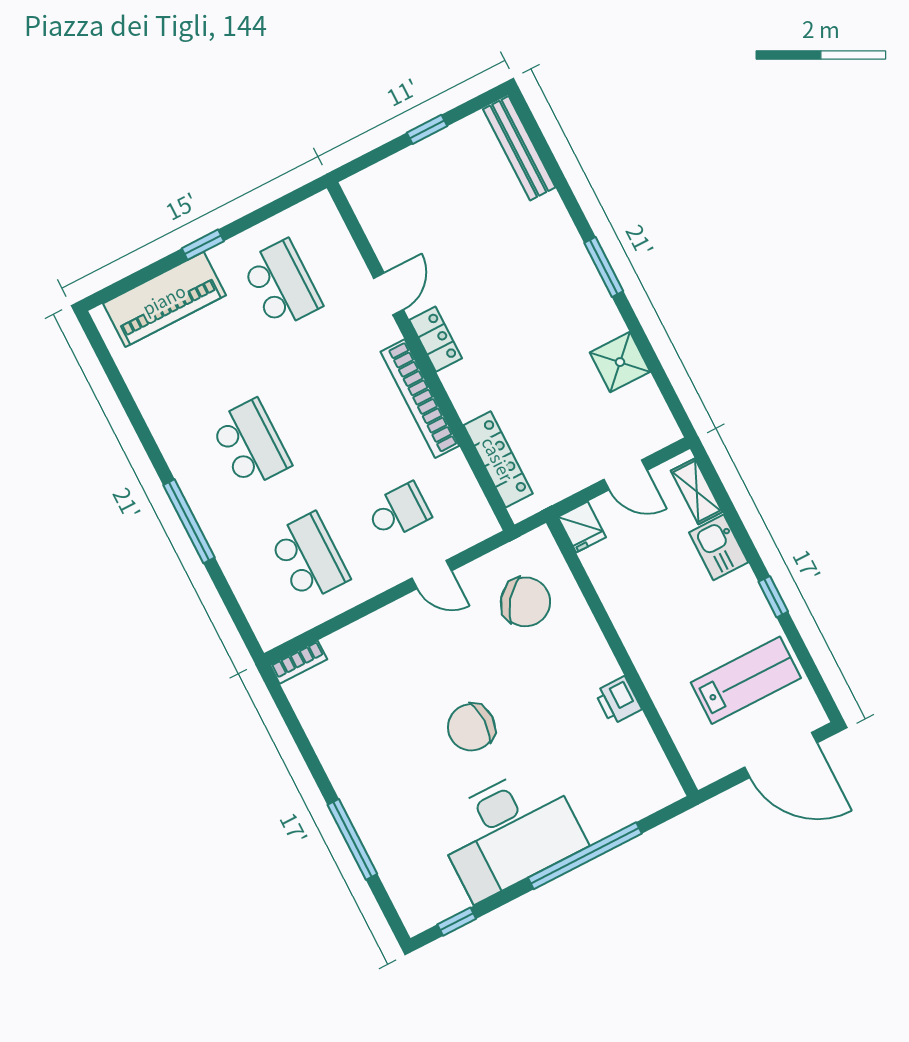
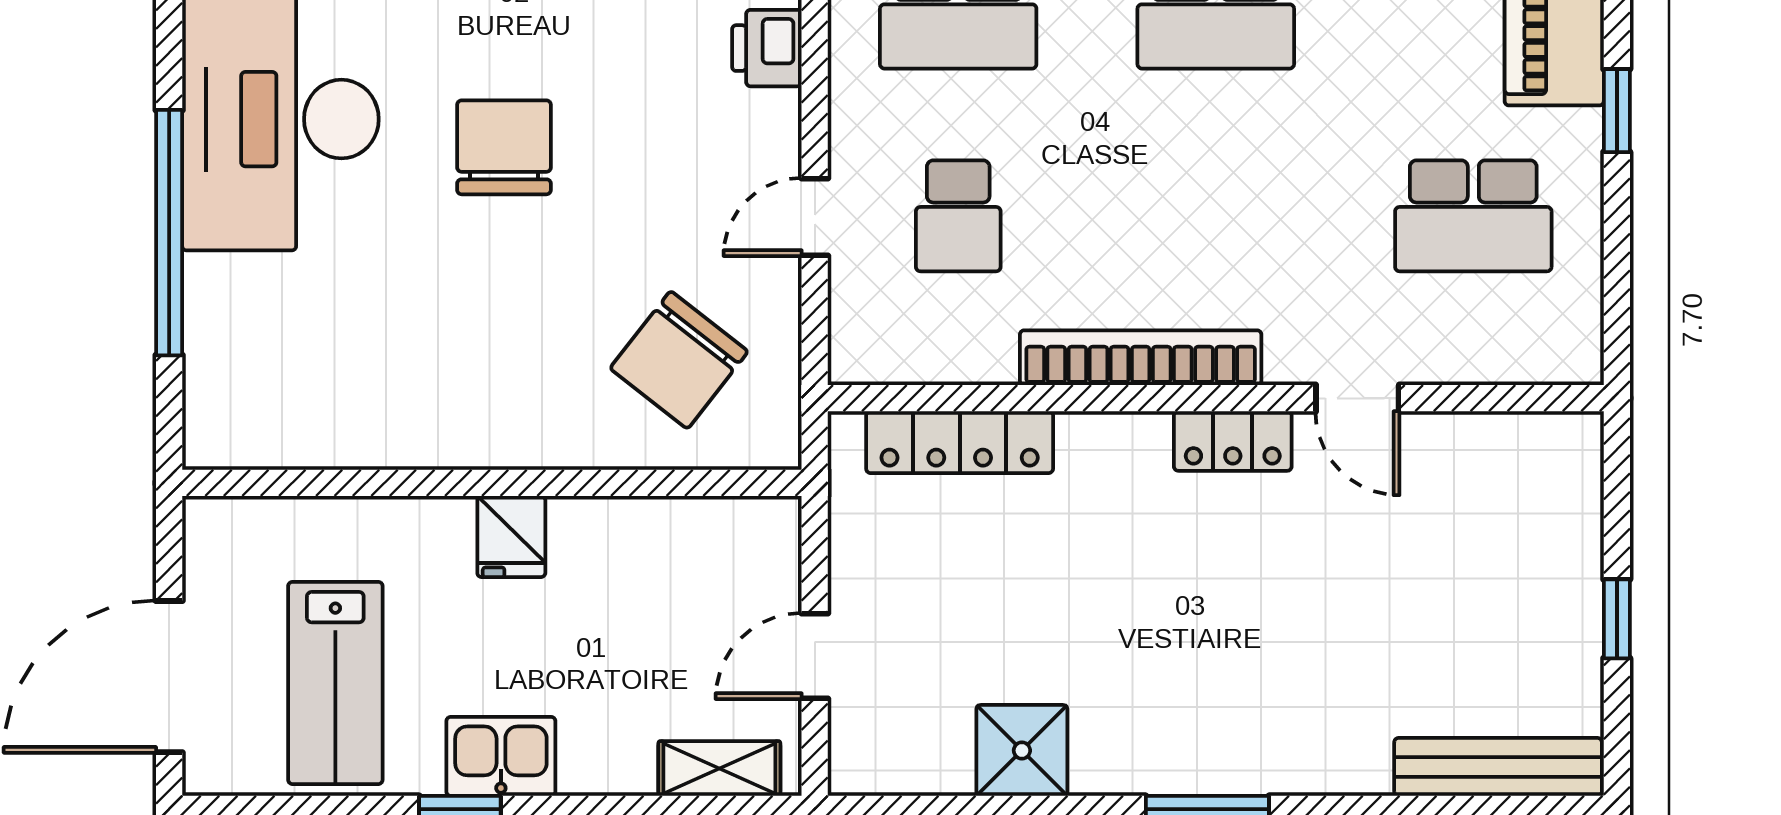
fridge: (582, 527) -> (511, 537), moved, turned -90
kitchen sink: (719, 547) -> (501, 756), moved
printer: (618, 700) -> (767, 48), moved, turned -90

